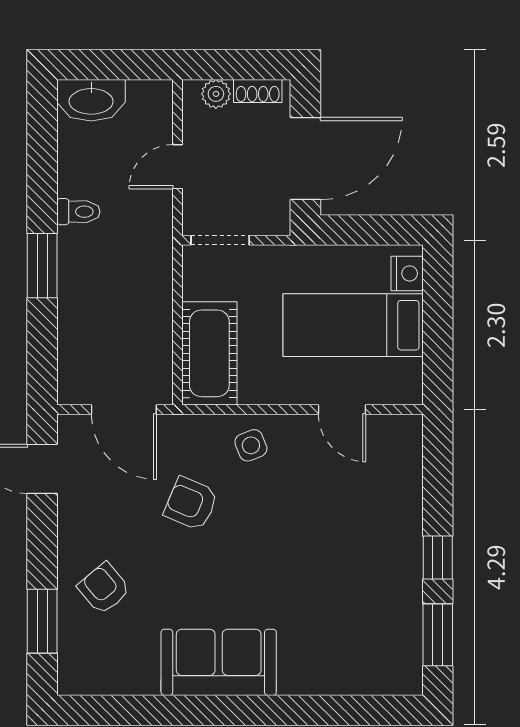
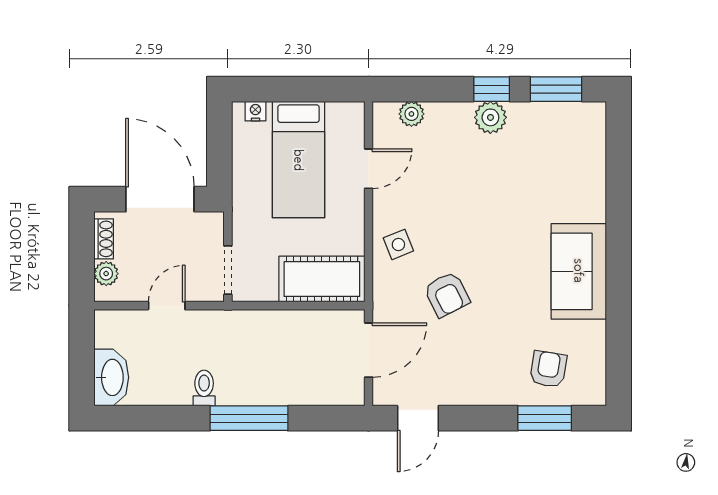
door: (177, 167) -> (167, 306), swing flipped
window: (42, 266) -> (249, 418), width x1.44
nightstand: (407, 273) -> (255, 111), width x0.72, depth x0.74
plant: (408, 461) -> (411, 114), added
armchair: (191, 504) -> (447, 294), turned -50
plant: (404, 556) -> (490, 117), added
armchair: (104, 588) -> (548, 369), moved, turned 139

